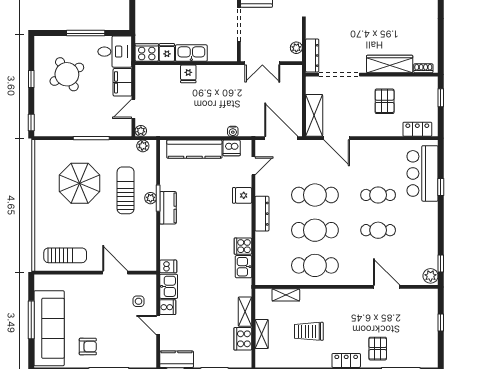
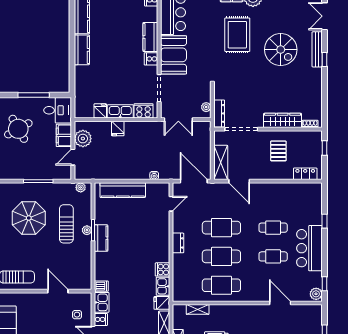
cooker: (147, 52) -> (144, 111), moved
plant: (141, 131) -> (83, 139), moved, width x1.87, depth x1.87
dishwasher: (232, 148) -> (153, 189), removed
bar counter: (422, 173) -> (309, 248), moved
fridge: (242, 195) -> (162, 303), moved
dresser: (262, 214) -> (178, 243), width x0.70

